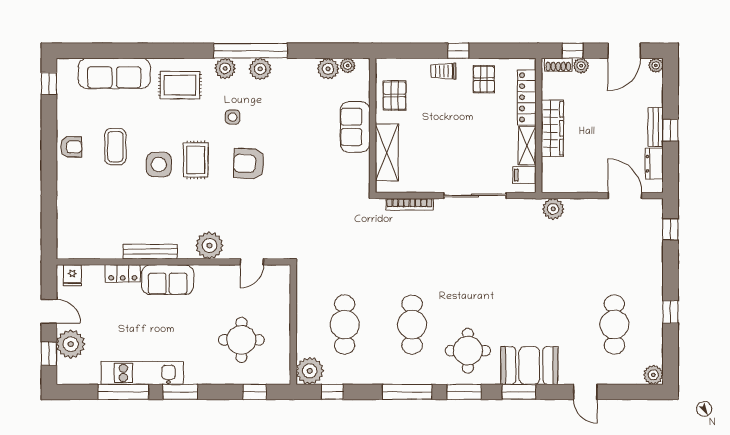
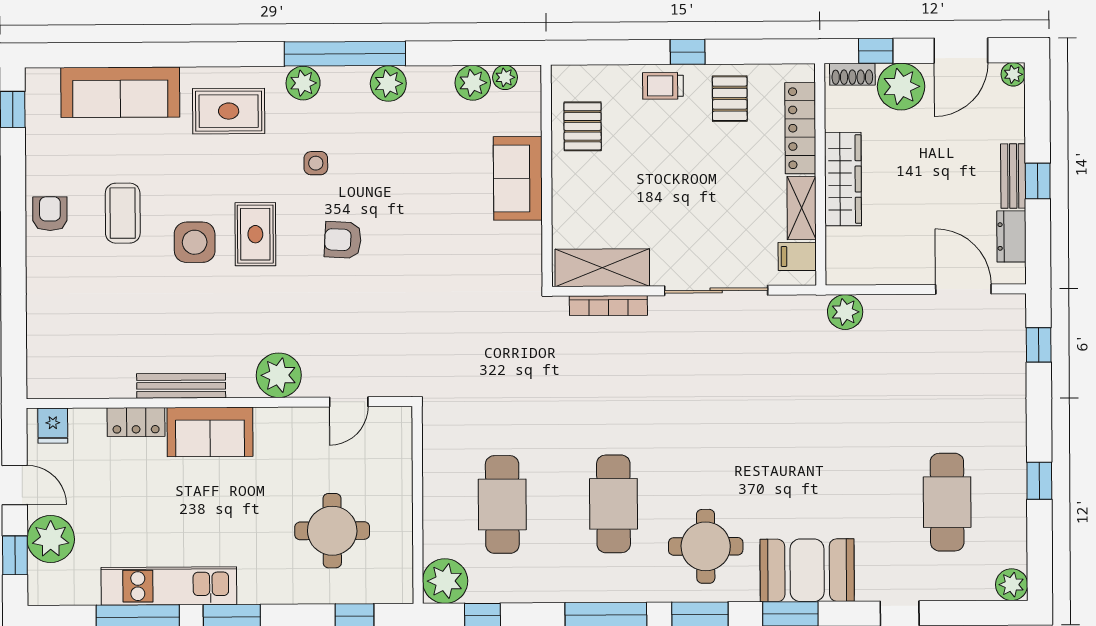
plant: (581, 66) -> (901, 87), width x1.87, depth x1.87
plant: (260, 69) -> (388, 84), moved
armchair: (71, 147) -> (50, 214), turned -90
shelving: (387, 152) -> (602, 268), moved, turned 90
armchair: (249, 164) -> (343, 240), width x0.72, depth x0.72

